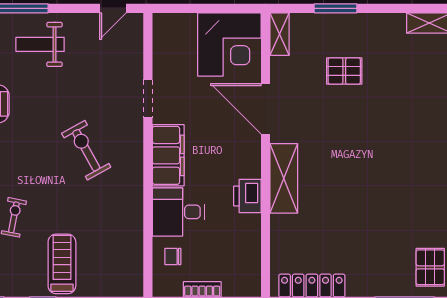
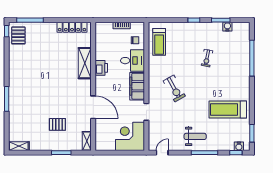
corner desk: (229, 44) -> (130, 136), moved
shelving: (284, 178) -> (85, 63), moved
treadmill: (62, 264) -> (159, 42), moved

